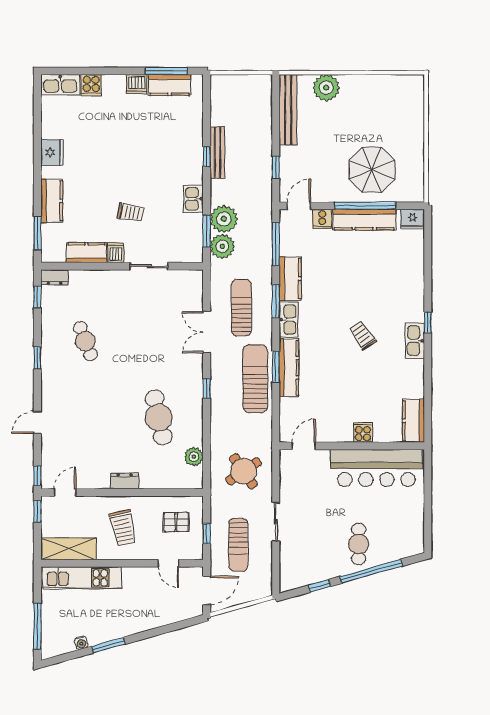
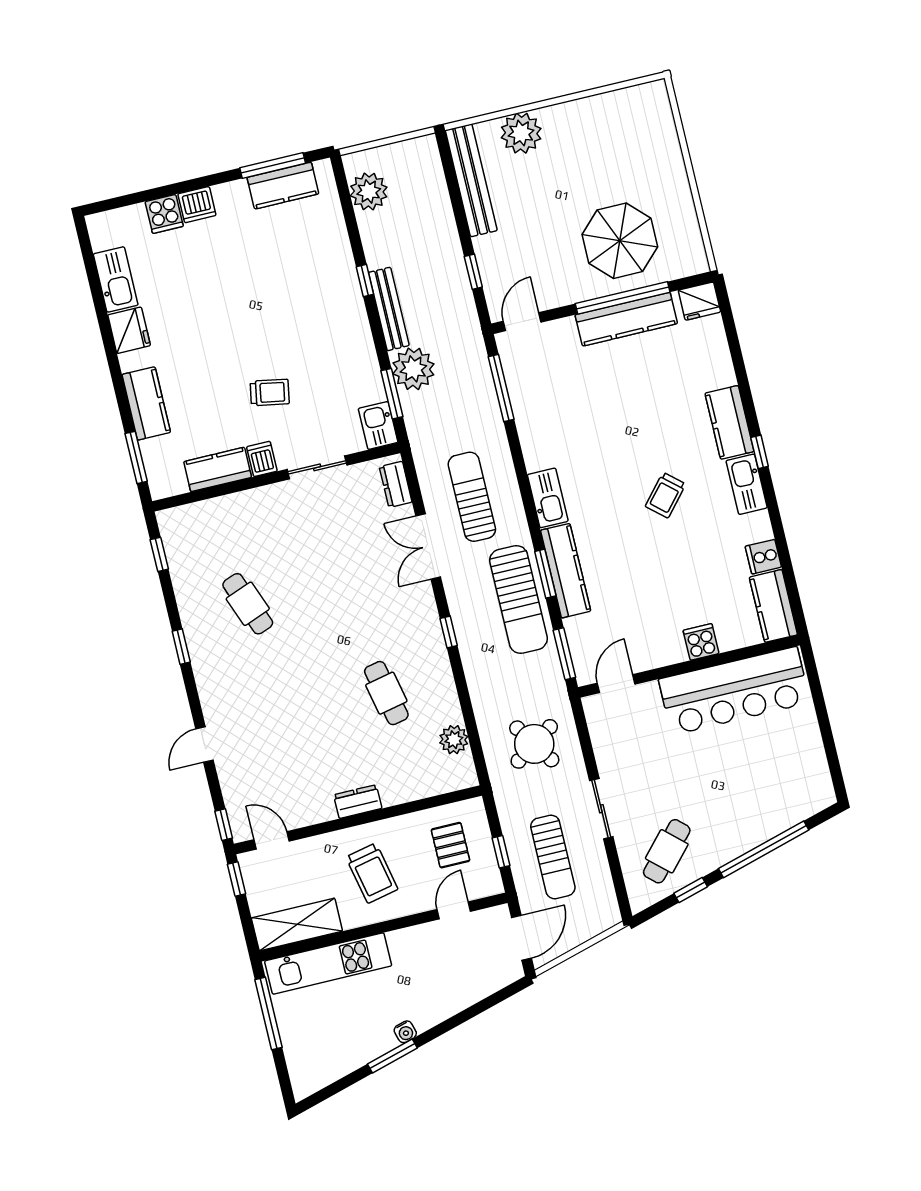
dishwasher: (137, 84) -> (197, 205), moved
kitchen sink: (60, 85) -> (116, 279), moved, turned -90
bench: (217, 152) -> (389, 309), moved
kitchen sink: (193, 199) -> (378, 425), moved
cooker: (322, 219) -> (763, 557), moved, turned 90
plant: (222, 246) -> (369, 191), moved
dresser: (54, 277) -> (396, 484), moved, turned 90
kitchen counter: (290, 279) -> (729, 422), moved, turned 180
window: (276, 301) -> (564, 654), moved
trolley: (363, 335) -> (665, 495), turned -105
sun lounger: (255, 379) -> (518, 599), turned 180
cafe table: (159, 418) -> (386, 693), width x0.73, depth x0.74
door: (65, 492) -> (272, 840), hinge flipped
pallet: (176, 522) -> (450, 845), turned 90
cafe table: (359, 544) -> (667, 851), moved, turned 42
door: (168, 563) -> (454, 910), swing flipped
window: (37, 626) -> (269, 1013), moved
water cooler: (81, 643) -> (405, 1032), moved

